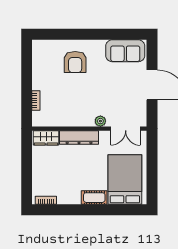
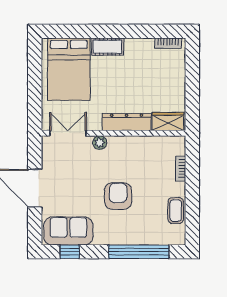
window: (69, 34) -> (139, 252), added
window: (124, 34) -> (70, 252), added
armchair: (75, 62) -> (118, 196), moved
coffee table: (40, 67) -> (176, 211), added

